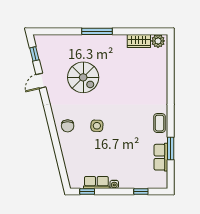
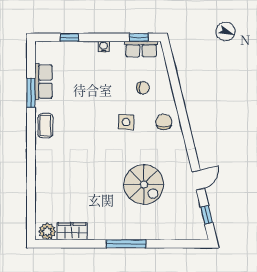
spiral stairs: (83, 77) -> (144, 184), turned 180
chair: (84, 152) -> (143, 88), added
row of seats: (96, 182) -> (141, 49), moved

